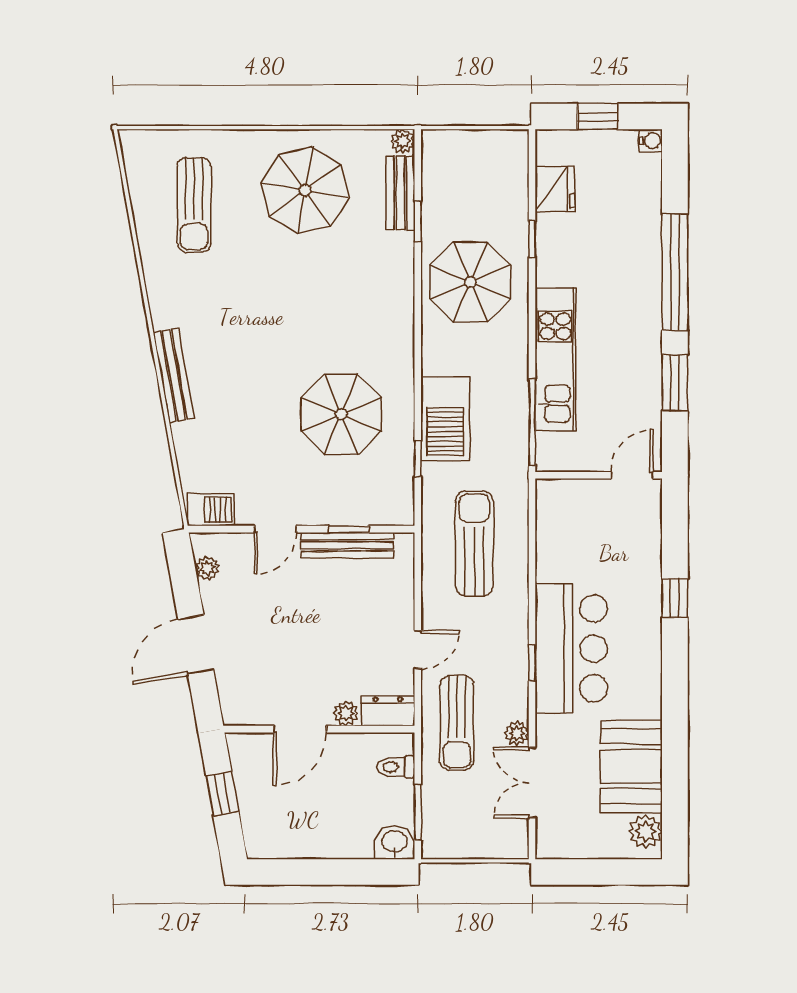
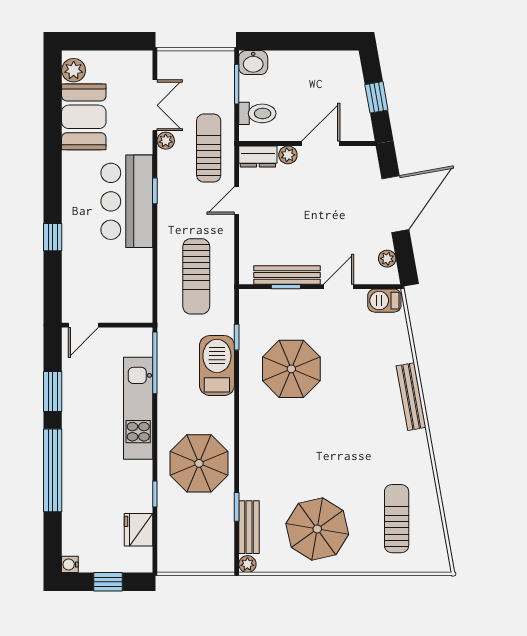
door: (196, 645) -> (395, 204), width x1.36
toilet: (396, 767) -> (257, 113), width x1.37, depth x1.39

